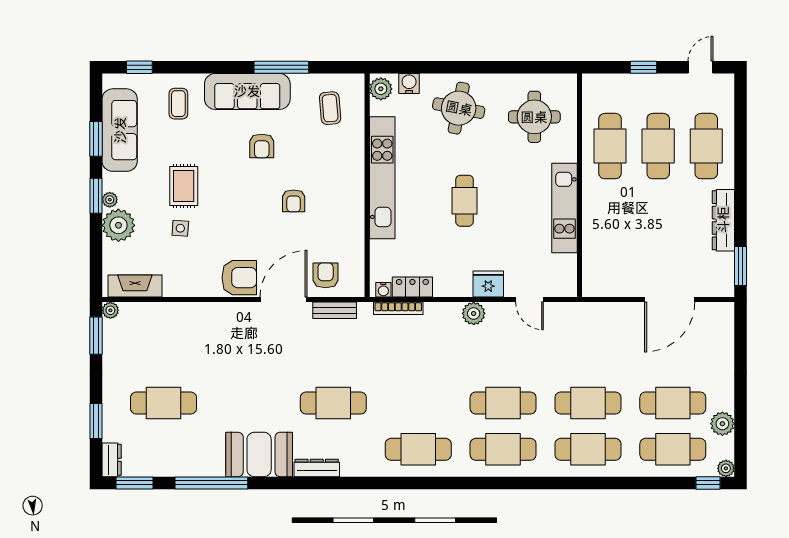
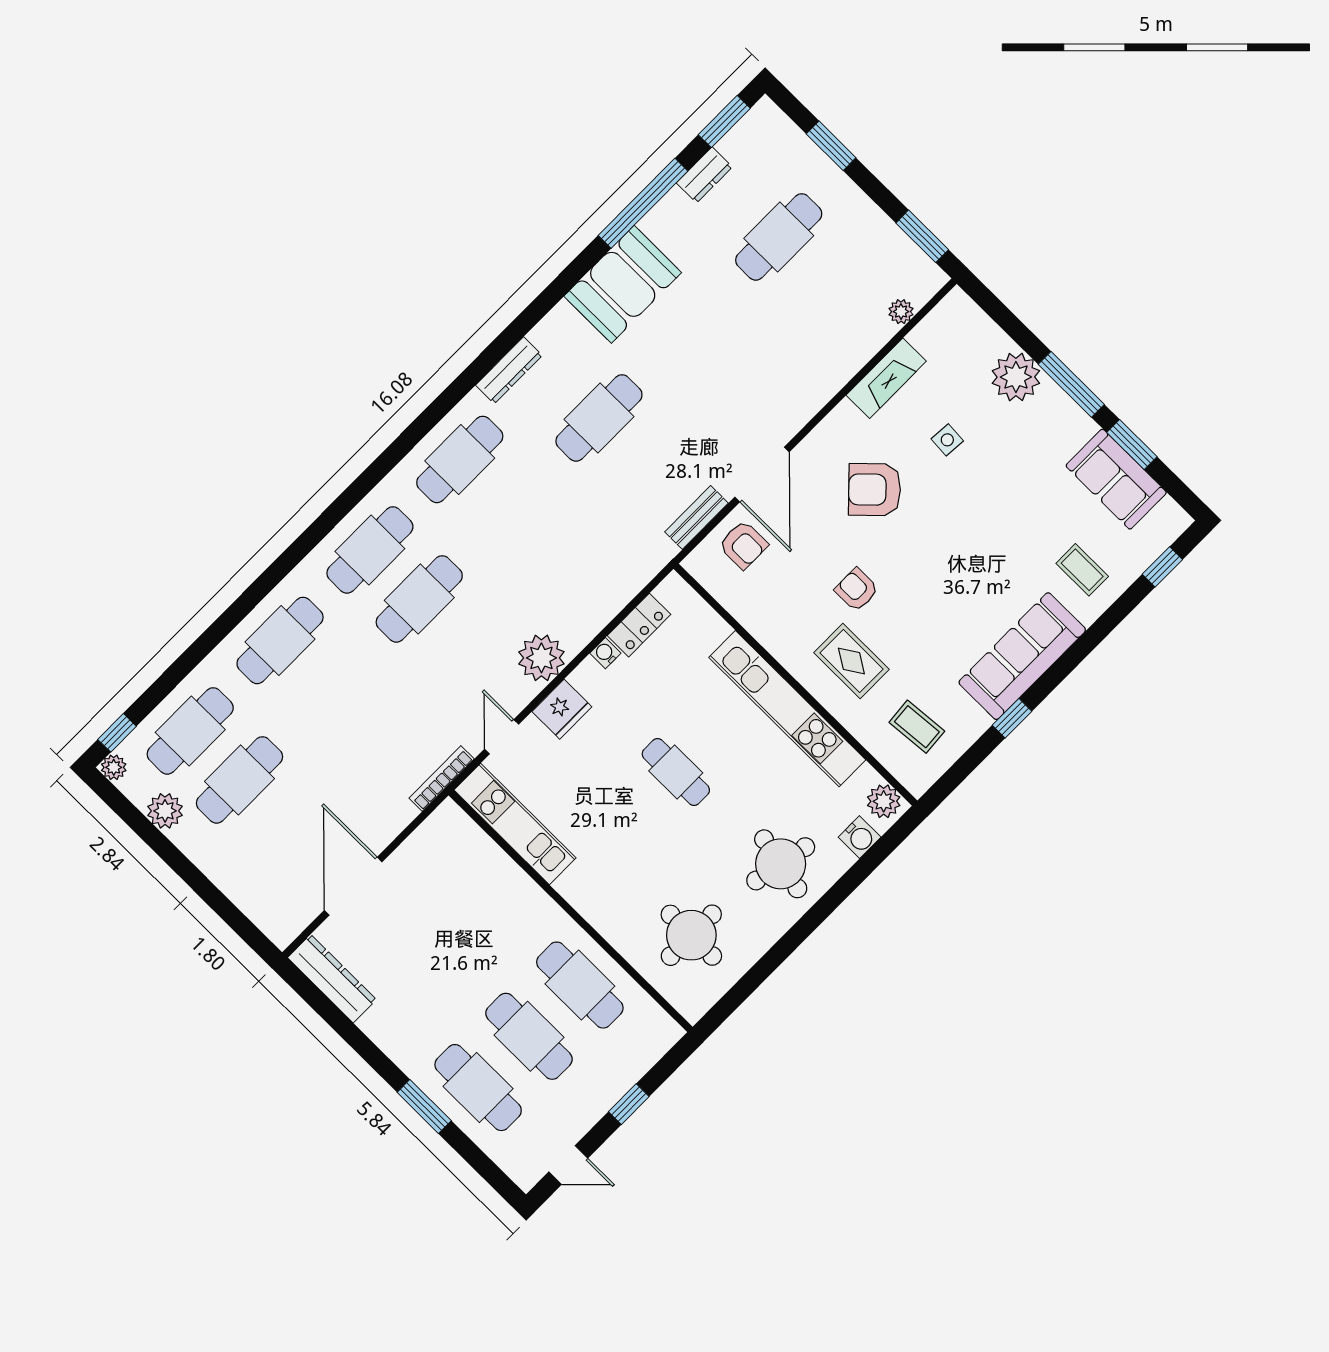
window: (281, 67) -> (1012, 718), width x0.46
door: (700, 67) -> (568, 1165), hinge flipped
sofa: (120, 130) -> (1116, 479), width x0.73
armchair: (262, 146) -> (949, 614), removed
rug: (184, 186) -> (851, 661), moved
window: (96, 196) -> (1071, 384), width x1.44
plant: (110, 200) -> (1052, 395), removed
kitchen unit: (564, 208) -> (515, 824), moved
dresser: (723, 220) -> (332, 979), moved
window: (740, 266) -> (424, 1106), moved
armchair: (239, 278) -> (875, 490), moved, turned 46
fireplace: (135, 286) -> (886, 378), moved
water cooler: (383, 290) -> (605, 653), moved
door: (529, 300) -> (502, 737), hinge flipped
bookcase: (398, 308) -> (442, 778), moved
plant: (110, 310) -> (901, 312), moved
plant: (474, 313) -> (541, 658), width x1.36, depth x1.36
cafe table: (588, 403) -> (329, 689), removed
dresser: (112, 460) -> (704, 175), moved, turned -90
dresser: (317, 468) -> (509, 370), moved

